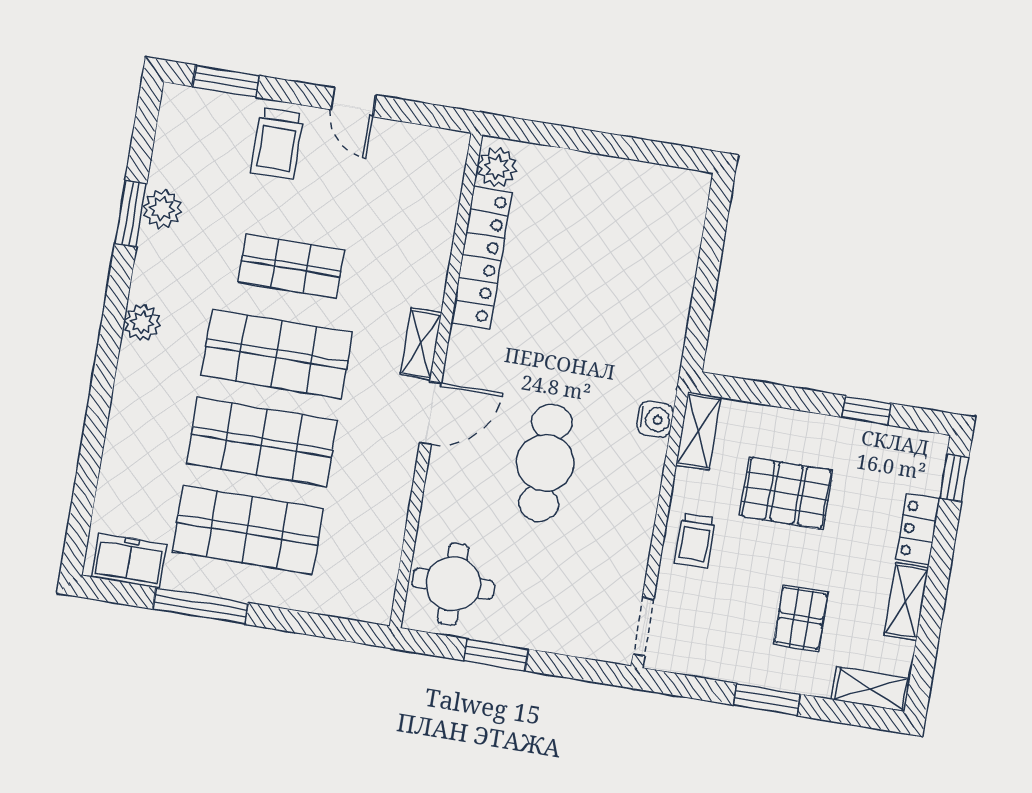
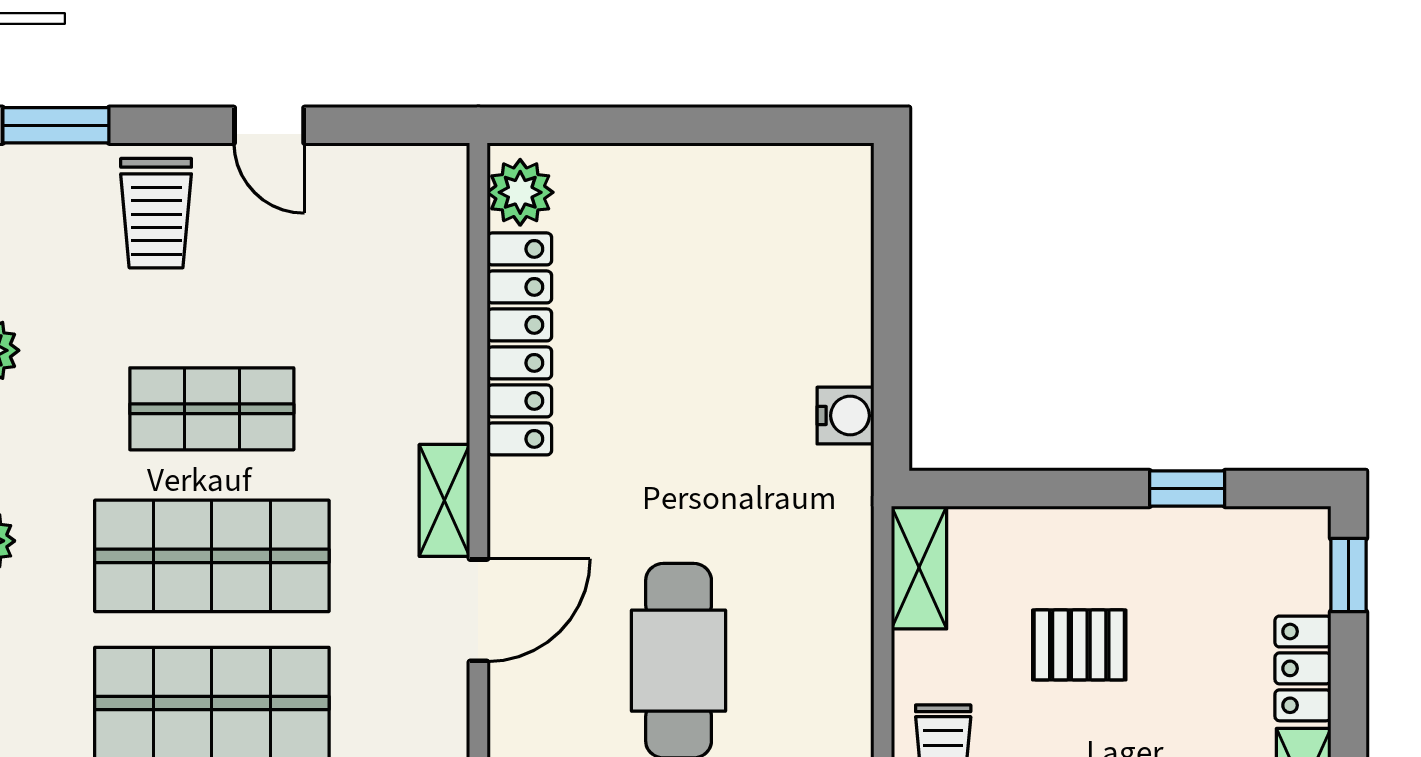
water cooler: (655, 419) -> (846, 416), moved
pallet: (786, 493) -> (1079, 645), width x0.67, depth x0.71

